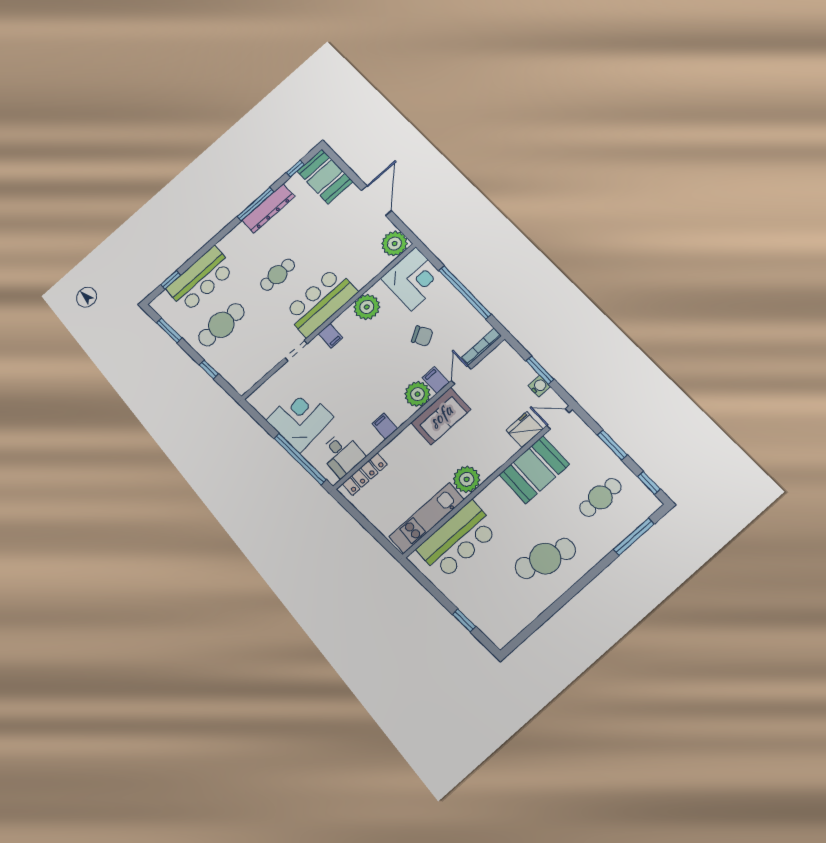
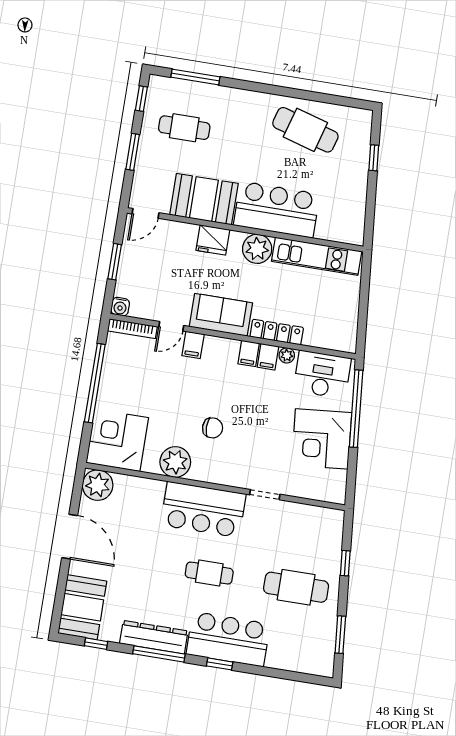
door: (376, 201) -> (70, 537), swing flipped
bar counter: (201, 279) -> (228, 639), moved
window: (171, 280) -> (220, 664), moved
filing cabinet: (331, 336) -> (249, 353), moved, turned 180
chair: (422, 336) -> (213, 428), moved, turned 120
water cooler: (539, 386) -> (120, 307), moved, turned -90
plant: (417, 394) -> (287, 355), moved, width x0.53, depth x0.53
door: (558, 419) -> (145, 213), hinge flipped
fridge: (524, 430) -> (213, 240), moved
desk: (342, 454) -> (322, 374), width x1.37
locker: (365, 474) -> (277, 332), moved
bar counter: (457, 540) -> (277, 210), moved
cafe table: (545, 559) -> (305, 130), moved

